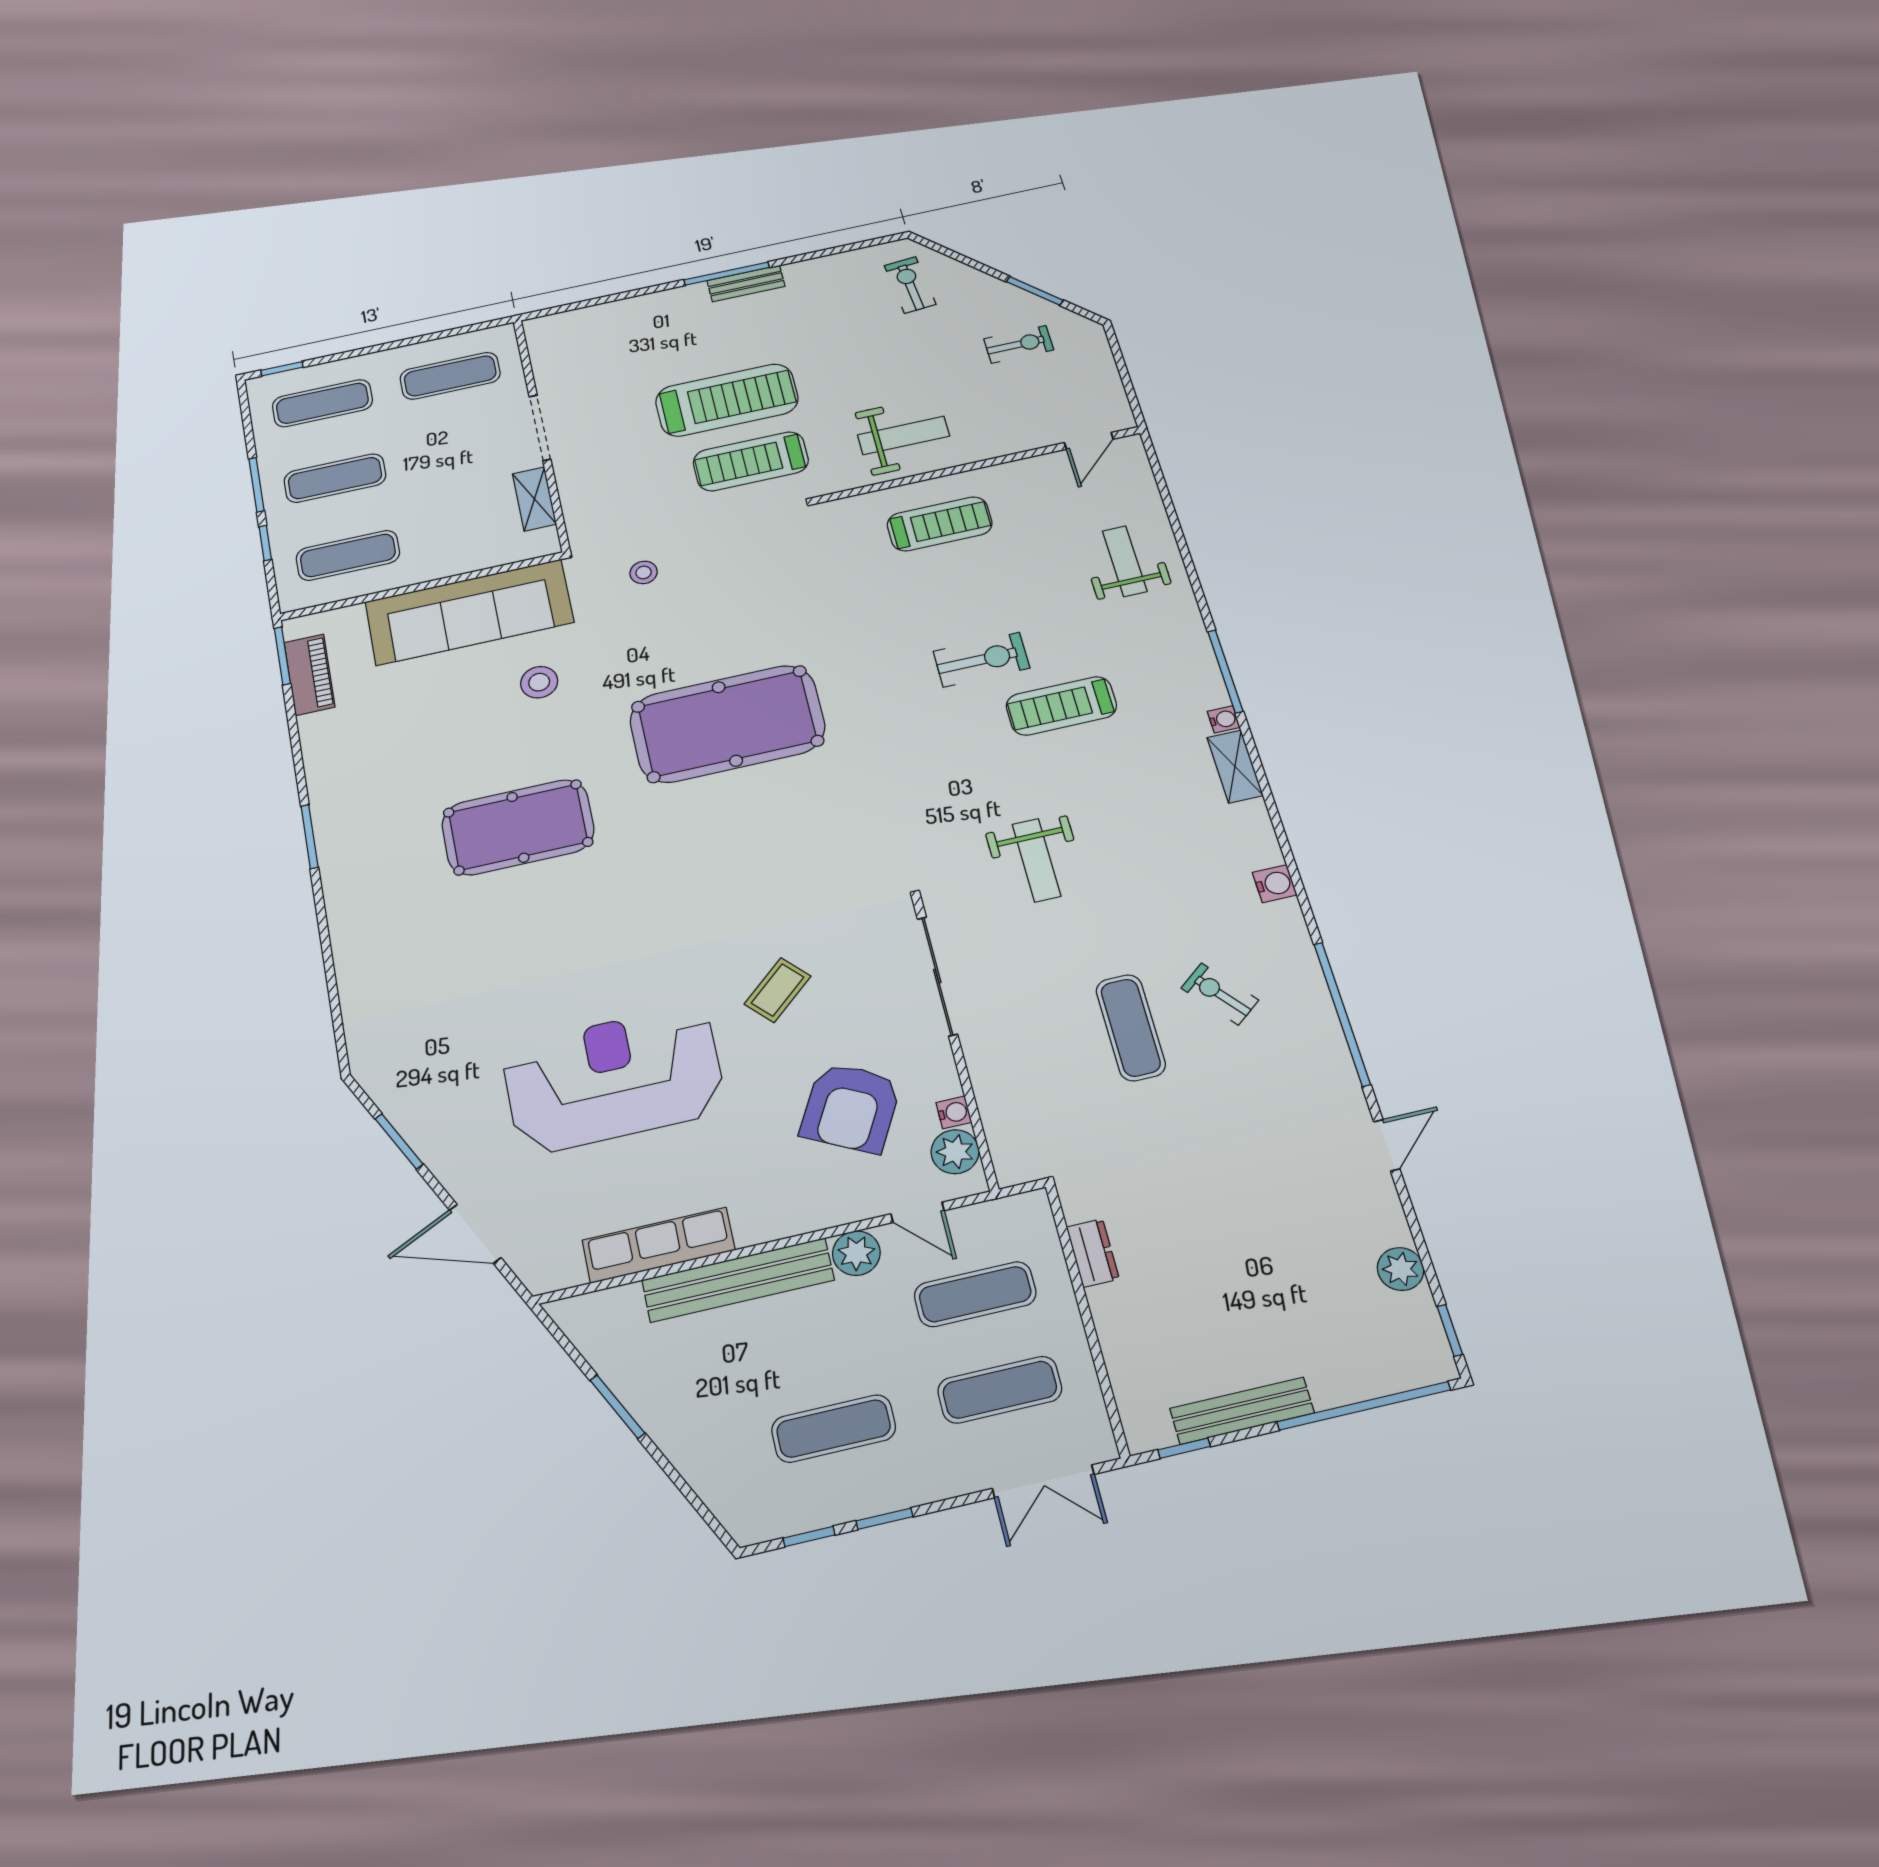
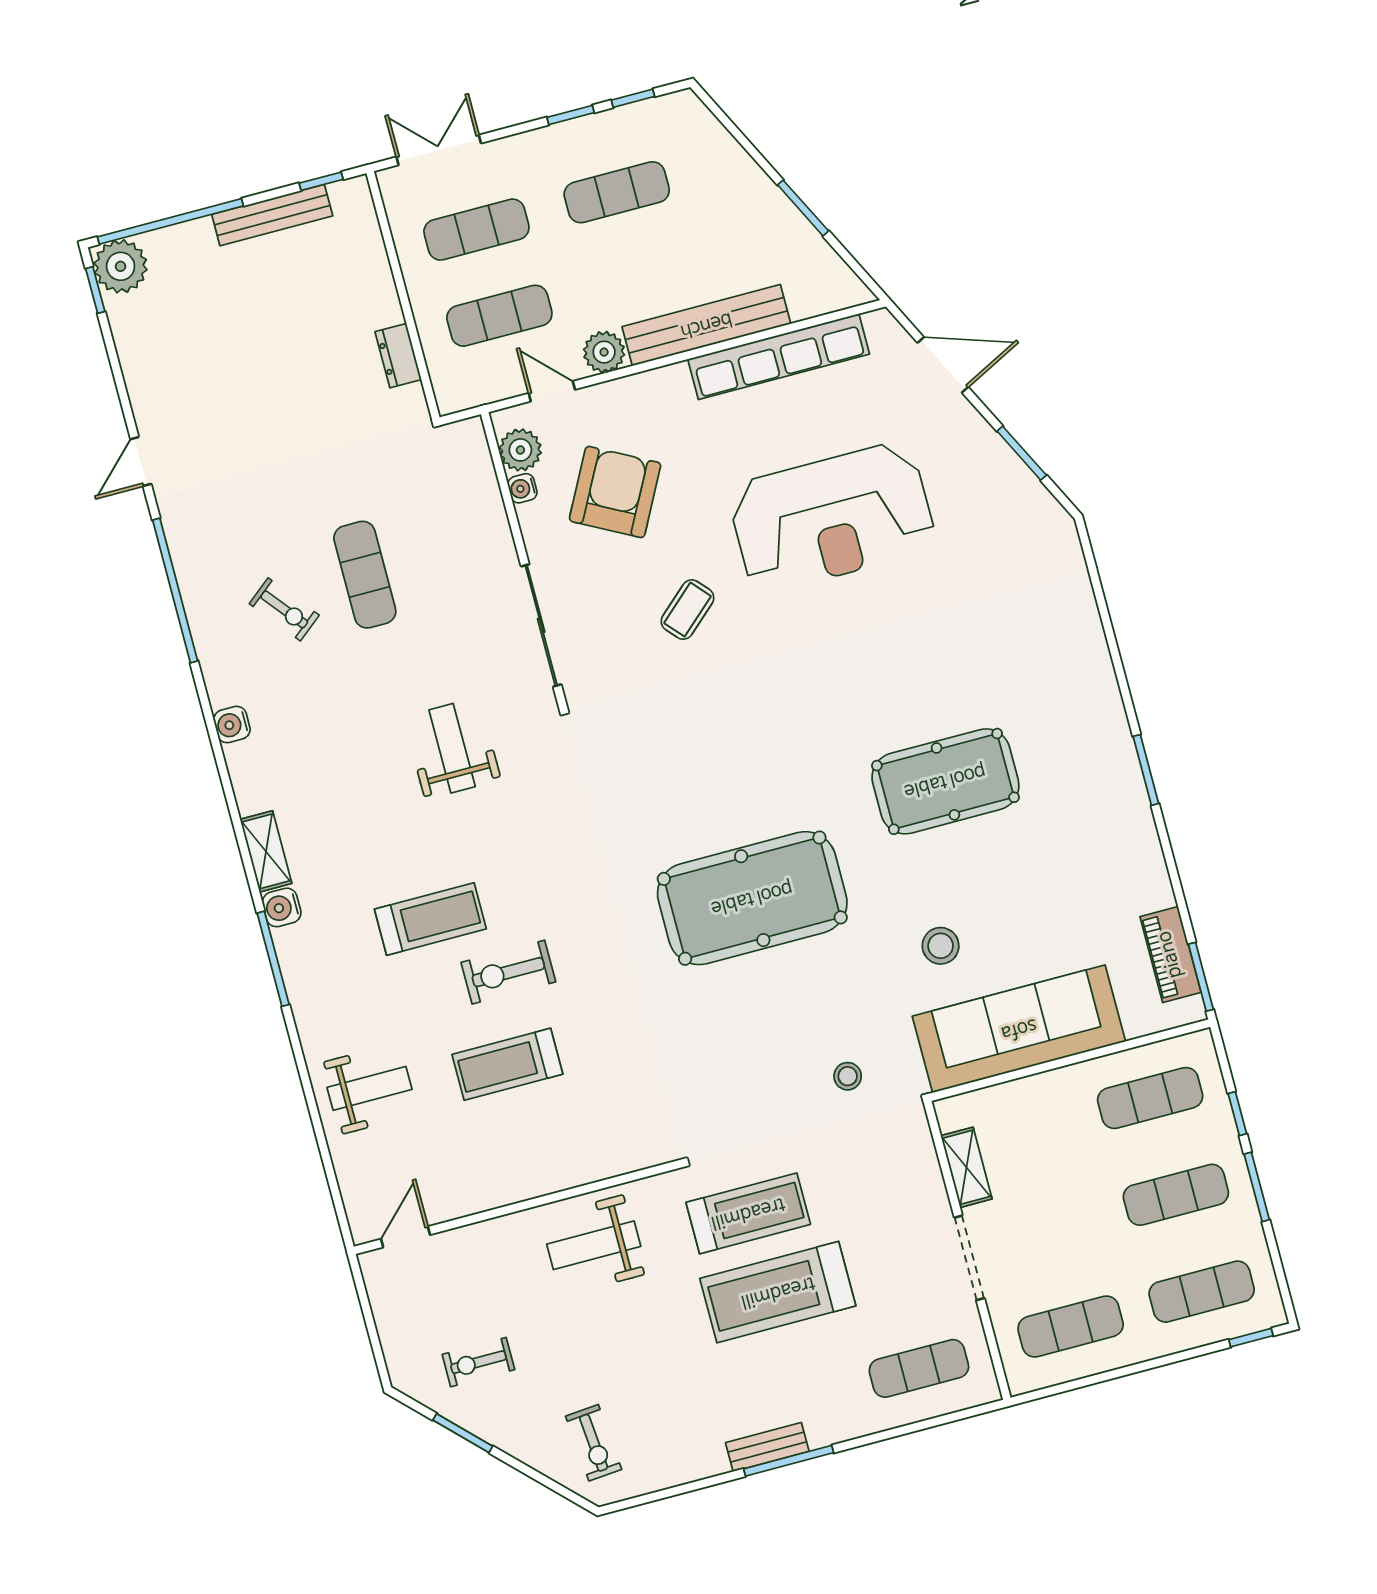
exercise mat: (597, 343) -> (919, 1368), added
treadmill: (940, 524) -> (507, 1064), moved
weight bench: (1125, 561) -> (370, 1088), turned -90
water cooler: (1224, 719) -> (282, 907), width x1.38, depth x1.38
row of seats: (659, 1245) -> (779, 357), width x1.36
plant: (1401, 1269) -> (121, 266), moved, width x1.36, depth x1.36

